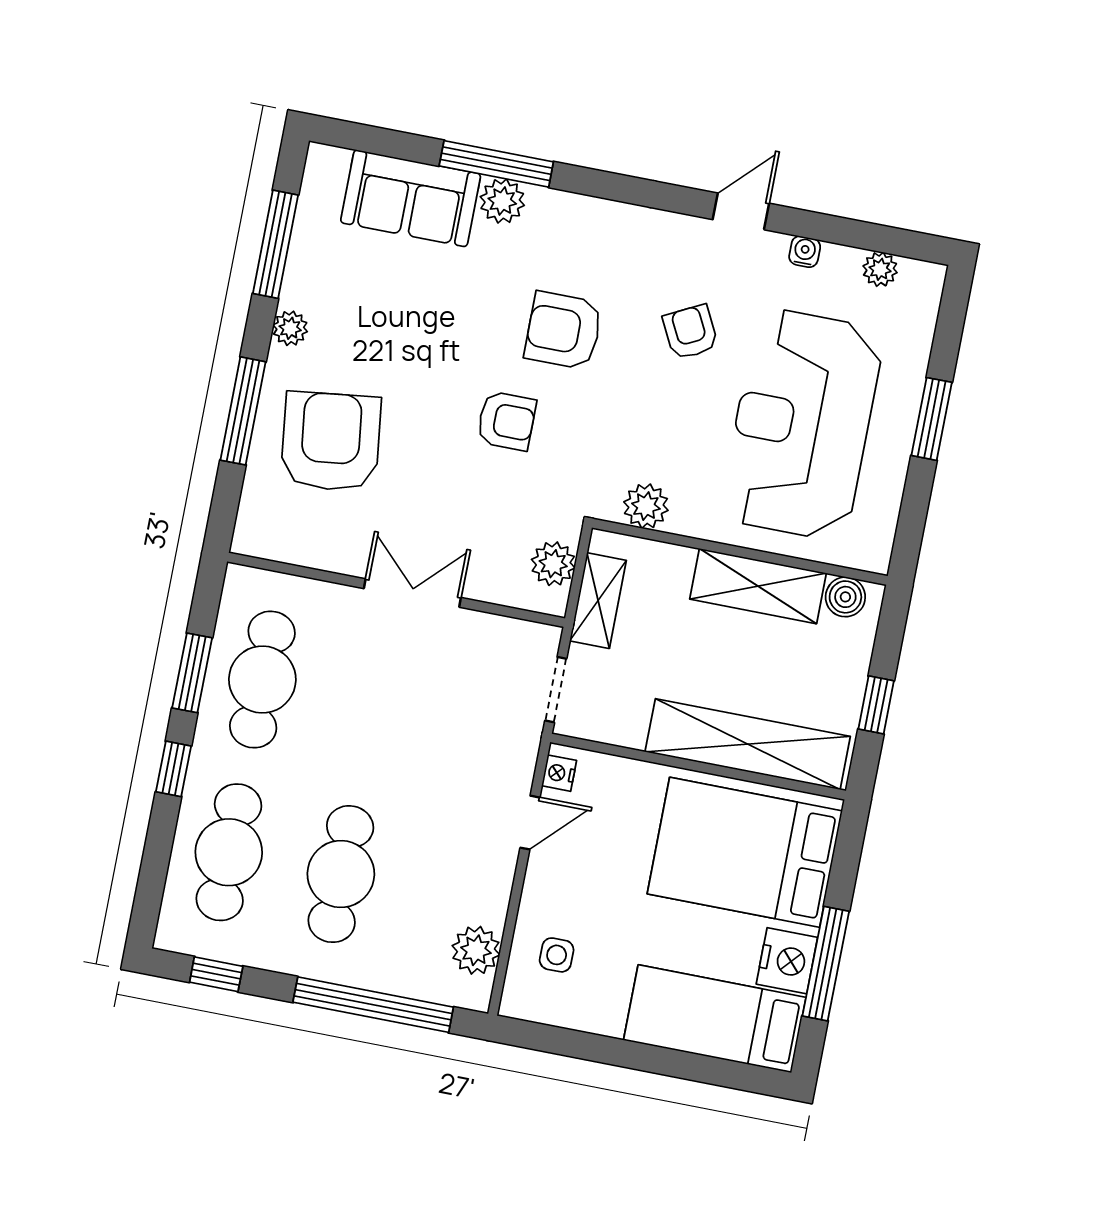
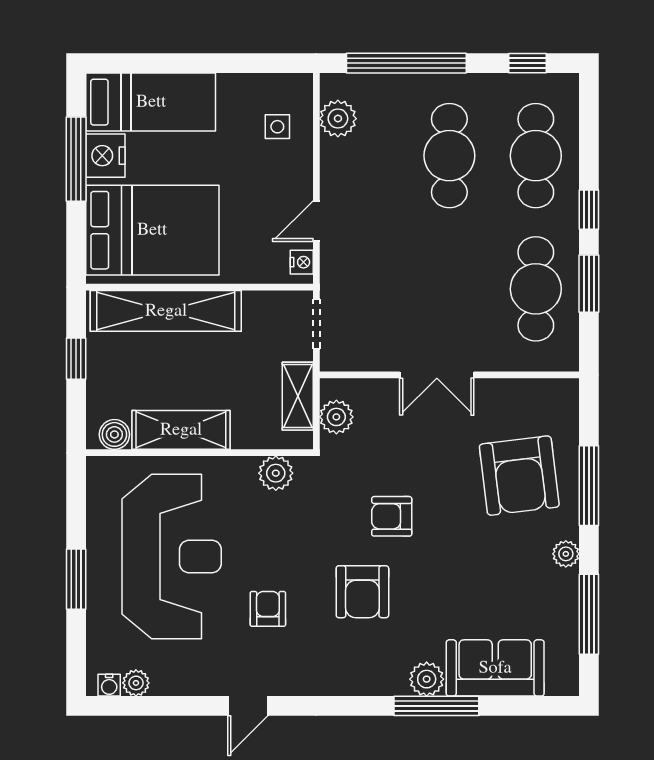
water cooler: (805, 252) -> (109, 685), moved
armchair: (564, 331) -> (362, 592), turned 90
armchair: (690, 332) -> (268, 609), turned -153

